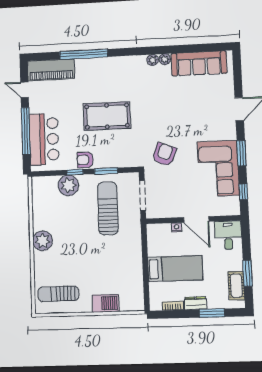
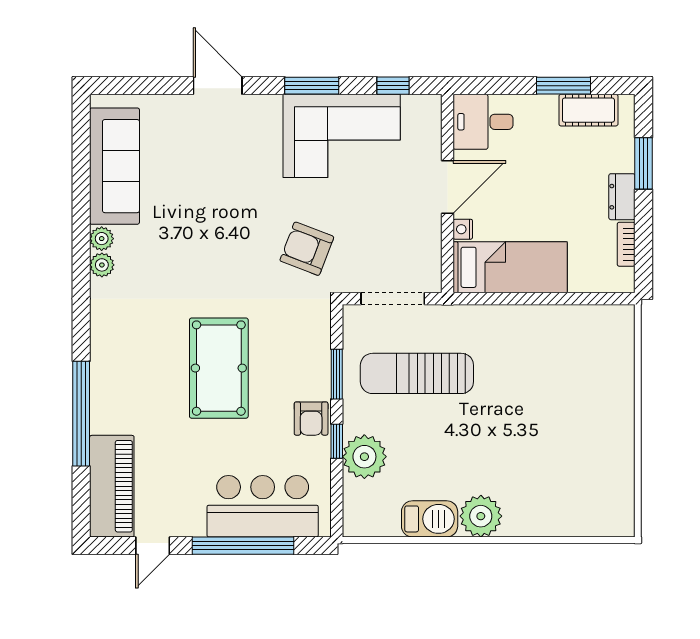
bed: (175, 269) -> (510, 267), moved, turned 90
sun lounger: (58, 294) -> (594, 486), removed
barbecue: (106, 303) -> (430, 519), moved, turned 90

